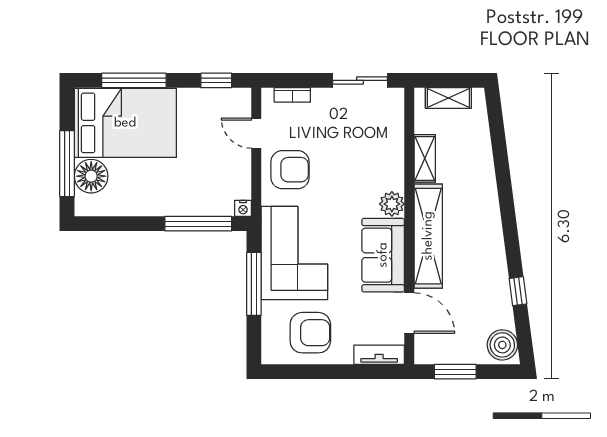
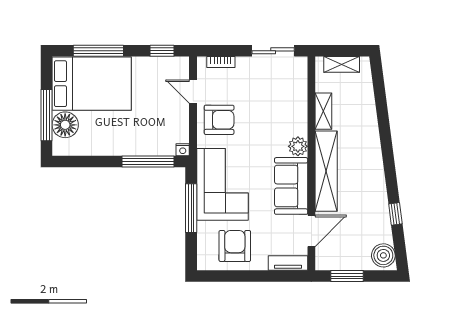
door: (409, 313) -> (311, 231), hinge flipped
armchair: (310, 333) -> (235, 246), turned -90

